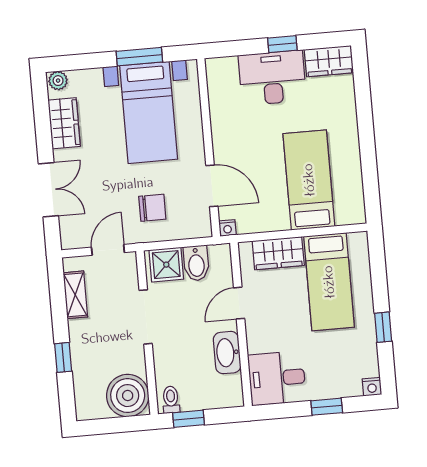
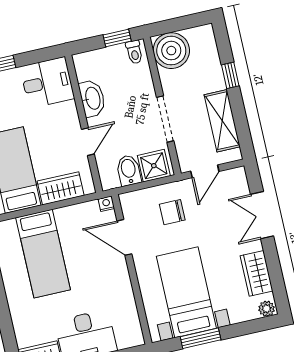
shelving: (75, 295) -> (222, 121), width x1.50, depth x1.33

